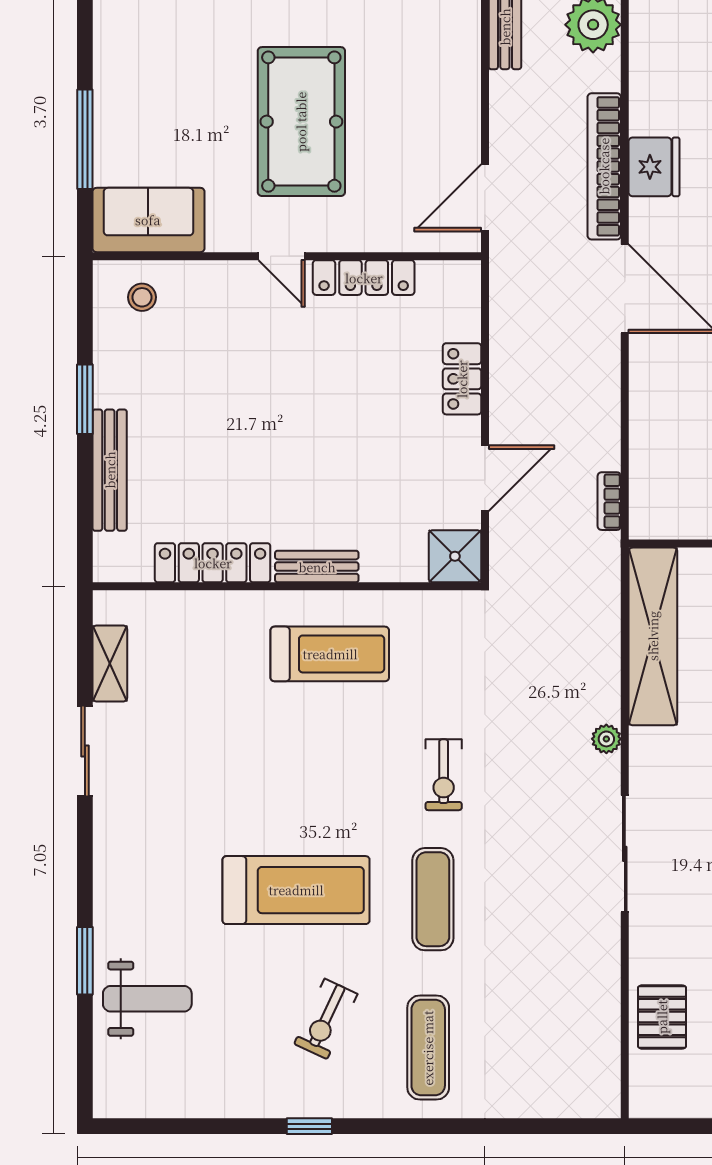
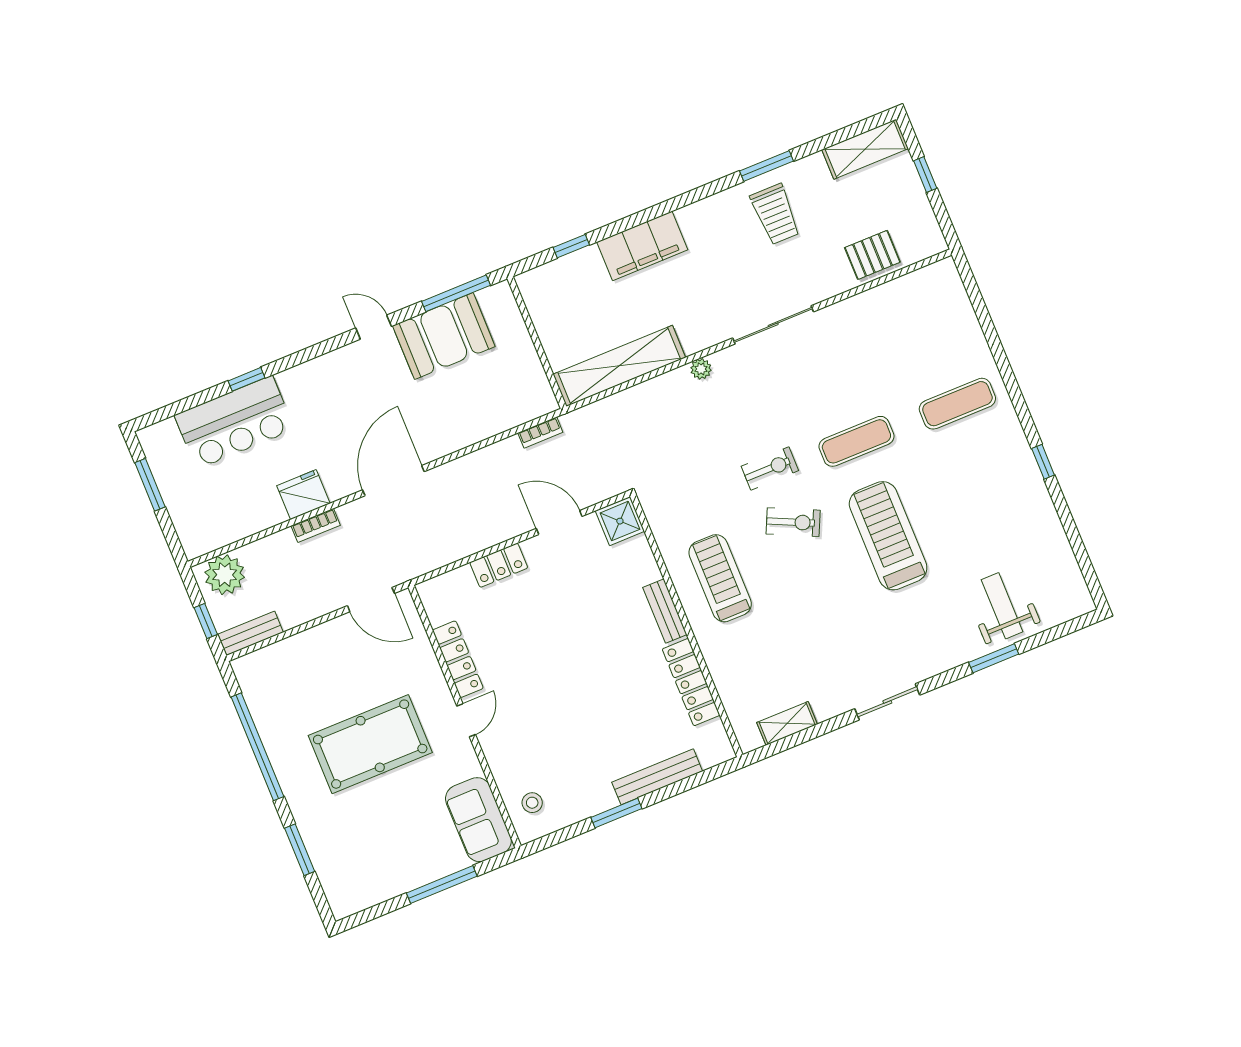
bookcase: (604, 166) -> (316, 525), width x0.43, depth x0.76
sliding door: (85, 751) -> (887, 702), moved
exercise bike: (326, 1019) -> (793, 522), moved

